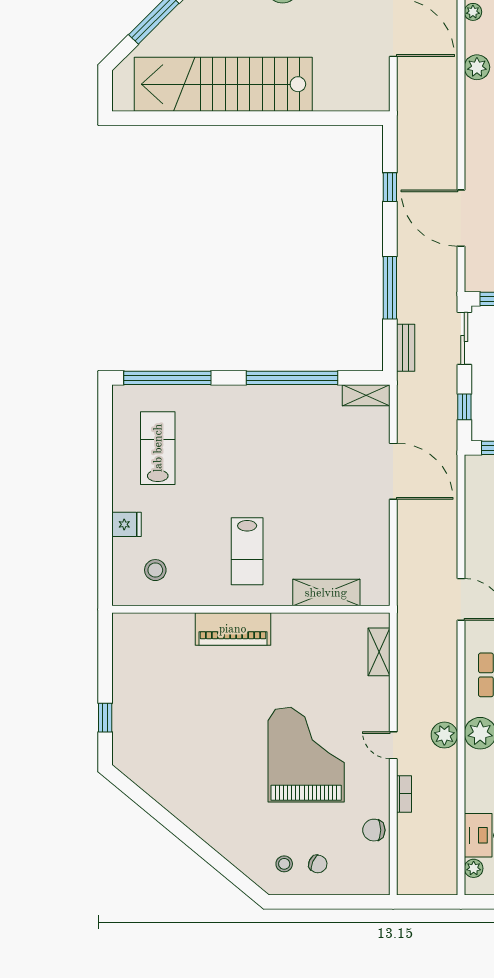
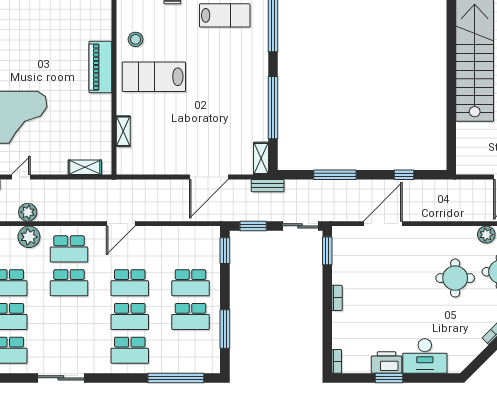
bench: (406, 348) -> (268, 186), moved
window: (464, 407) -> (253, 226), width x1.50
lab bench: (247, 551) -> (154, 77), width x1.36, depth x1.39
stool: (155, 570) -> (136, 39), moved
shelving: (326, 593) -> (123, 131), width x0.67, depth x0.75

